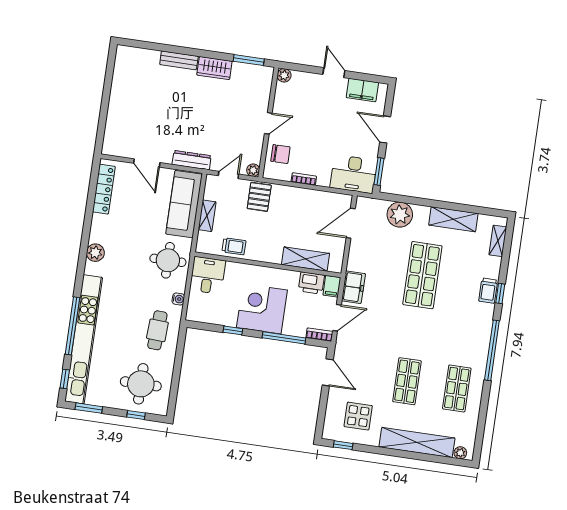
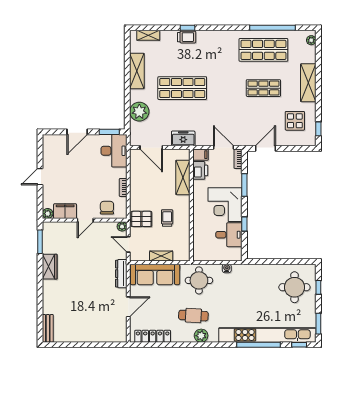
bench: (179, 60) -> (48, 328), moved
filing cabinet: (362, 90) -> (65, 211), moved, turned -90
door: (268, 123) -> (85, 220), swing flipped
trolley: (234, 246) -> (167, 218), moved
desk: (208, 275) -> (229, 235), moved, turned 180
freezer: (353, 287) -> (183, 138), moved
cafe table: (157, 330) -> (193, 316), moved
window: (284, 338) -> (244, 185), width x0.69
window: (492, 350) -> (273, 28), moved
shop shelf: (457, 388) -> (263, 50), width x1.43, depth x1.36
shelving: (417, 443) -> (308, 83), width x0.68

